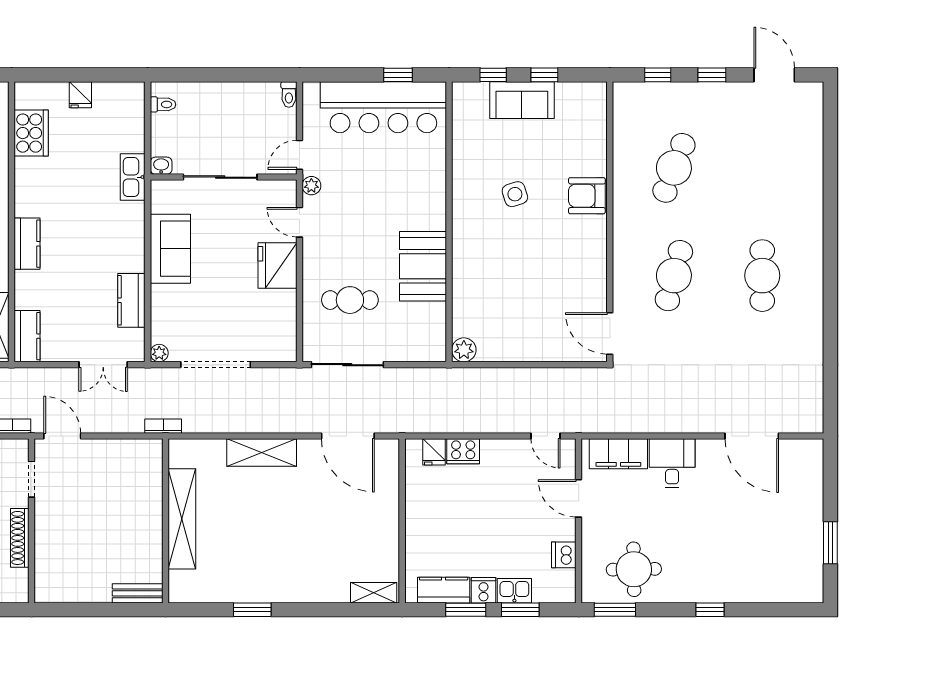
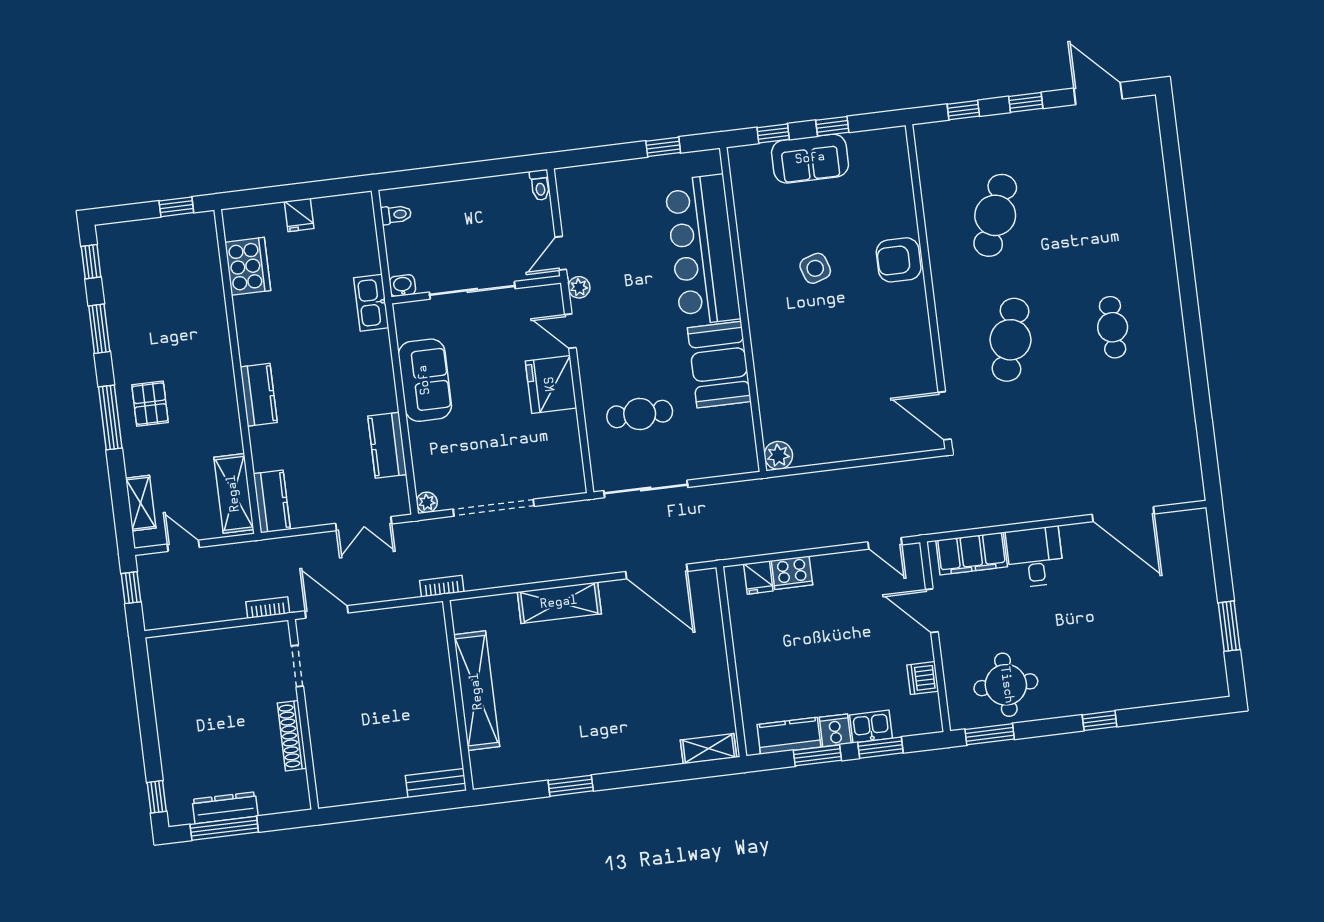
bar counter: (383, 107) -> (703, 250), moved, turned 90
cafe table: (762, 276) -> (1113, 327), width x0.73, depth x0.74

